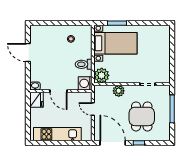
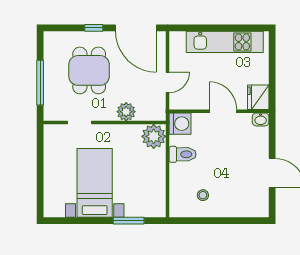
bed with nightstands: (115, 43) -> (95, 183), moved, turned 90
door: (93, 109) -> (168, 82), hinge flipped

